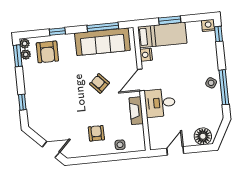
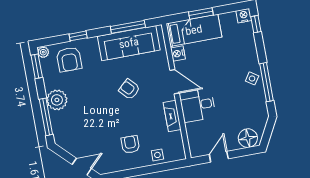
plant: (26, 54) -> (57, 100), moved, width x1.88, depth x1.88
door: (141, 80) -> (175, 82), swing flipped
window: (22, 102) -> (46, 117), width x2.17

